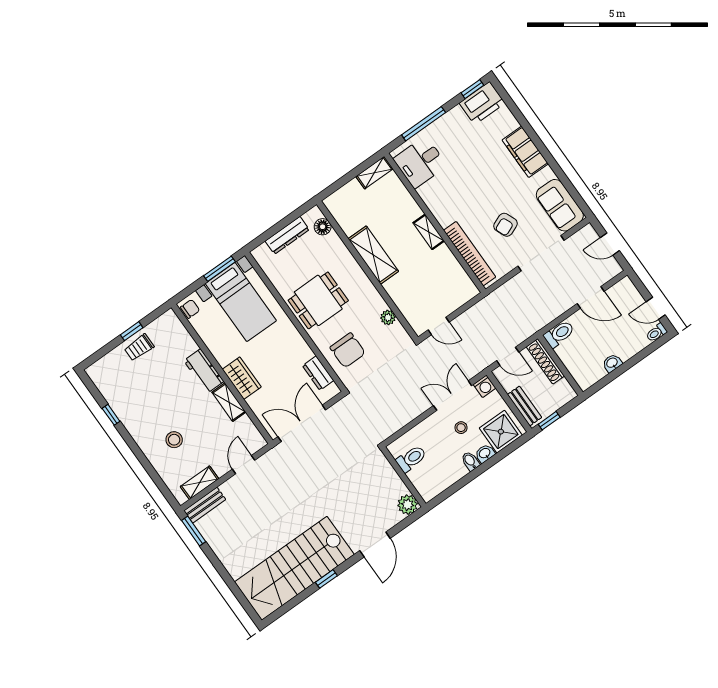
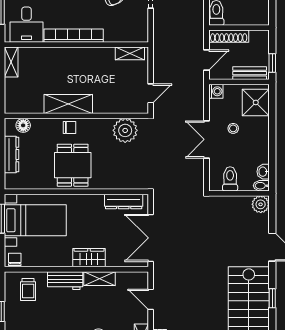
shelving: (429, 232) -> (130, 53), moved
bookcase: (470, 254) -> (74, 36), moved
plant: (388, 318) -> (125, 130), width x1.87, depth x1.87
trolley: (139, 347) -> (28, 290), moved
chair: (348, 350) -> (69, 128), moved, width x0.54, depth x0.54
dresser: (318, 373) -> (124, 202), width x1.44
double door: (453, 396) -> (206, 139), moved
washbasin: (485, 453) -> (263, 172), moved
bidet: (470, 461) -> (261, 186), moved

